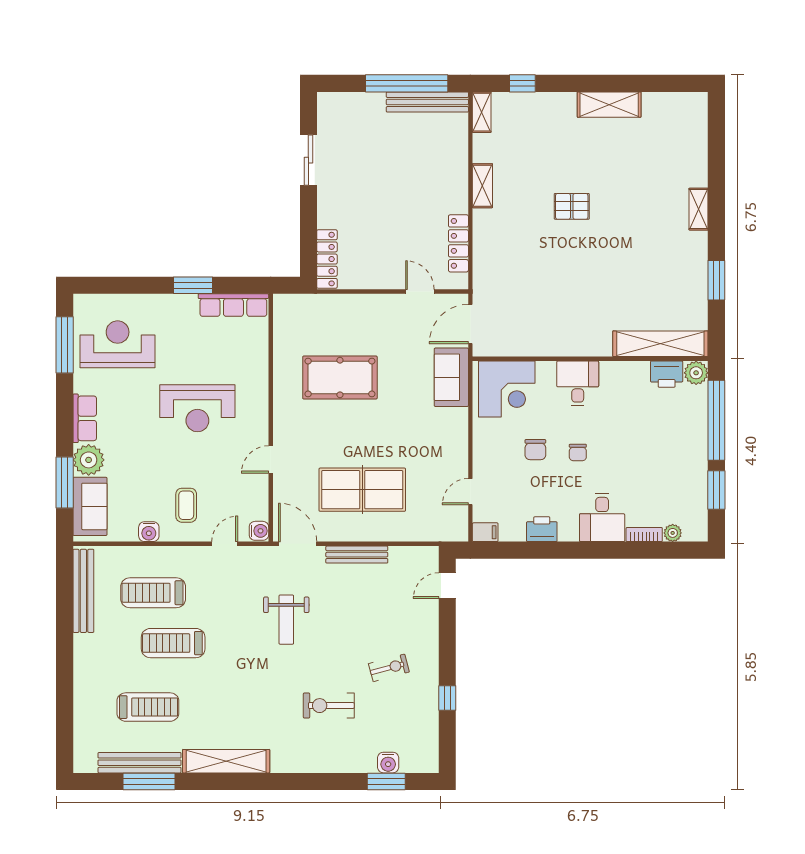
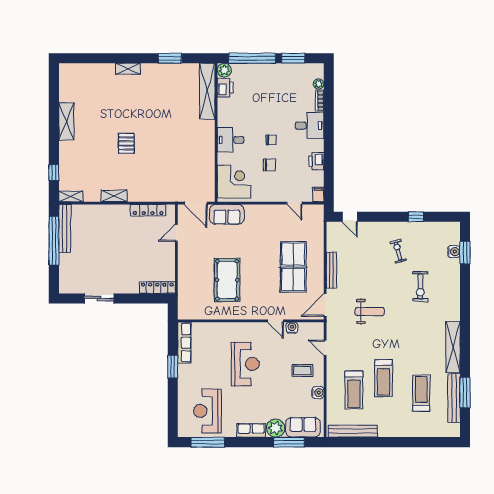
water cooler: (259, 531) -> (292, 328), moved

